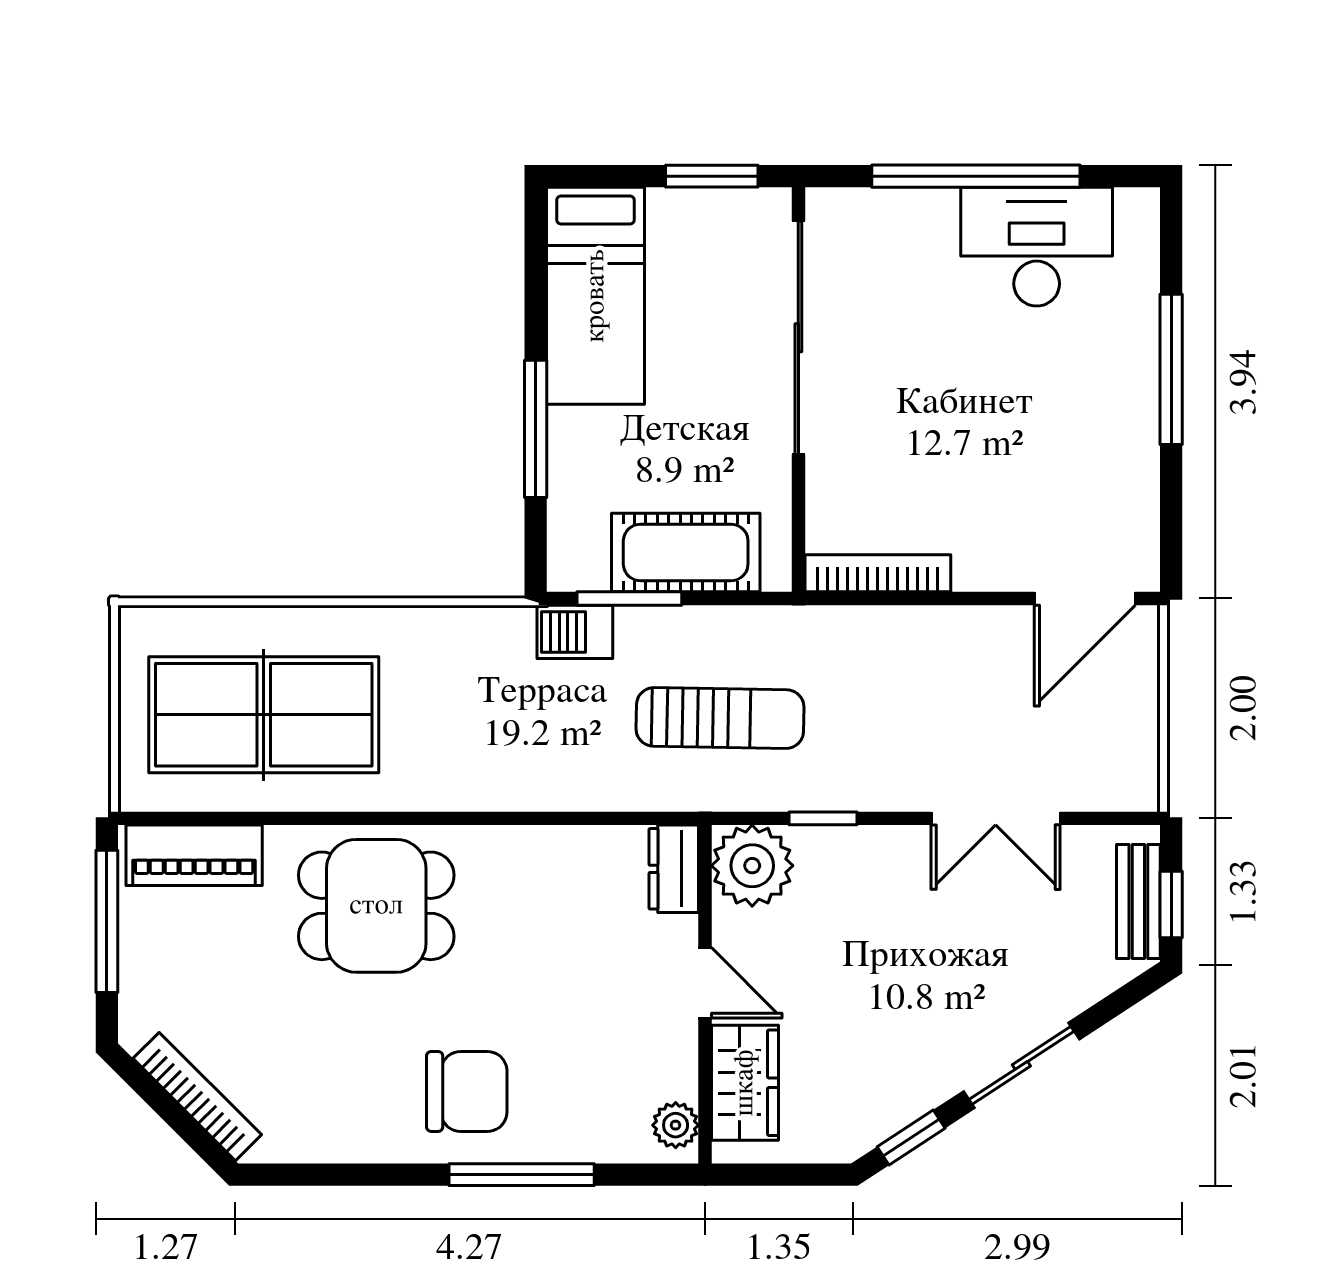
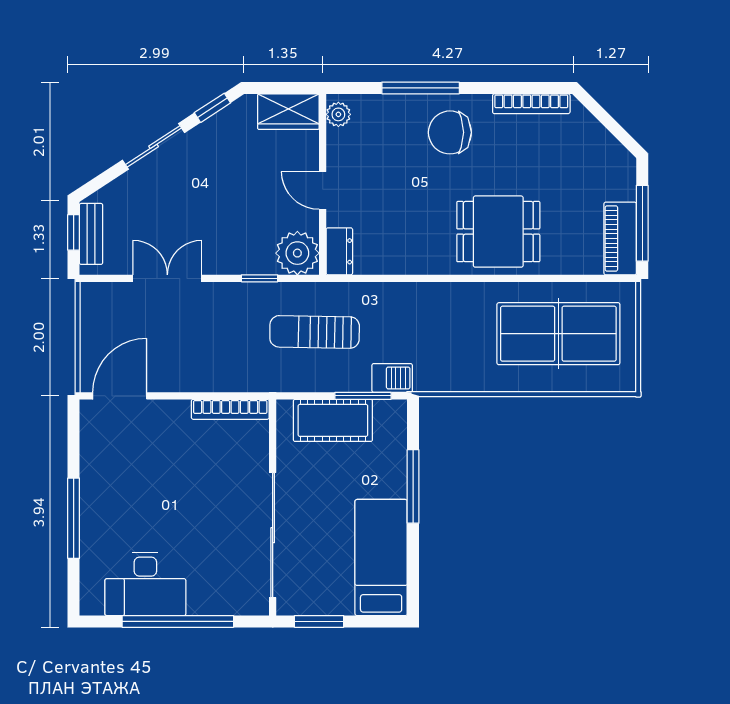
piano: (194, 855) -> (620, 238), moved, turned -90
wardrobe: (745, 1083) -> (288, 112), moved, turned -90
bookcase: (197, 1097) -> (531, 104), moved, turned -45

